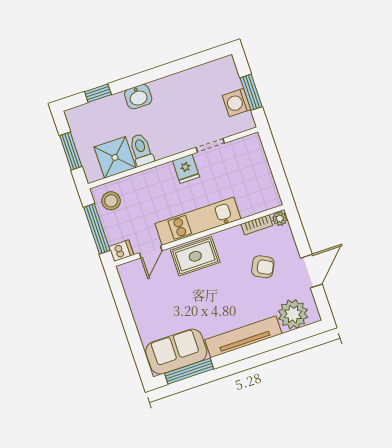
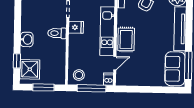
toilet: (141, 150) -> (57, 33), moved
shower: (115, 157) -> (30, 69), moved
door: (151, 252) -> (115, 63), hinge flipped

